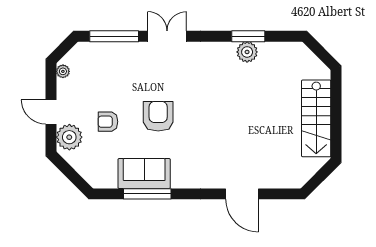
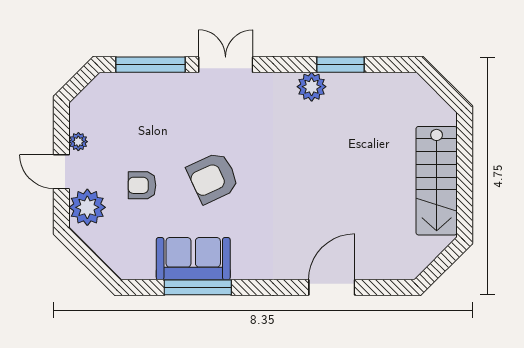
plant: (247, 52) -> (312, 87), moved
plant: (63, 71) -> (78, 142), moved
armchair: (158, 116) -> (213, 178), turned -115
door: (242, 194) -> (332, 287), swing flipped

